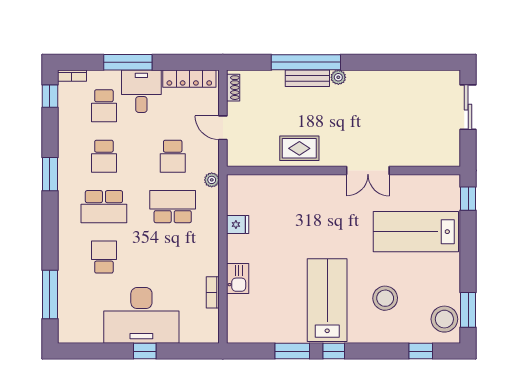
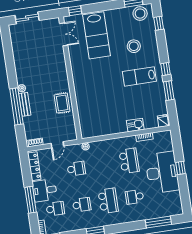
double door: (368, 171) -> (64, 34), moved
school desk: (173, 207) -> (129, 161), moved, turned 180
fridge: (238, 224) -> (163, 121), moved
lab bench: (327, 300) -> (139, 76), width x0.73, depth x0.72

